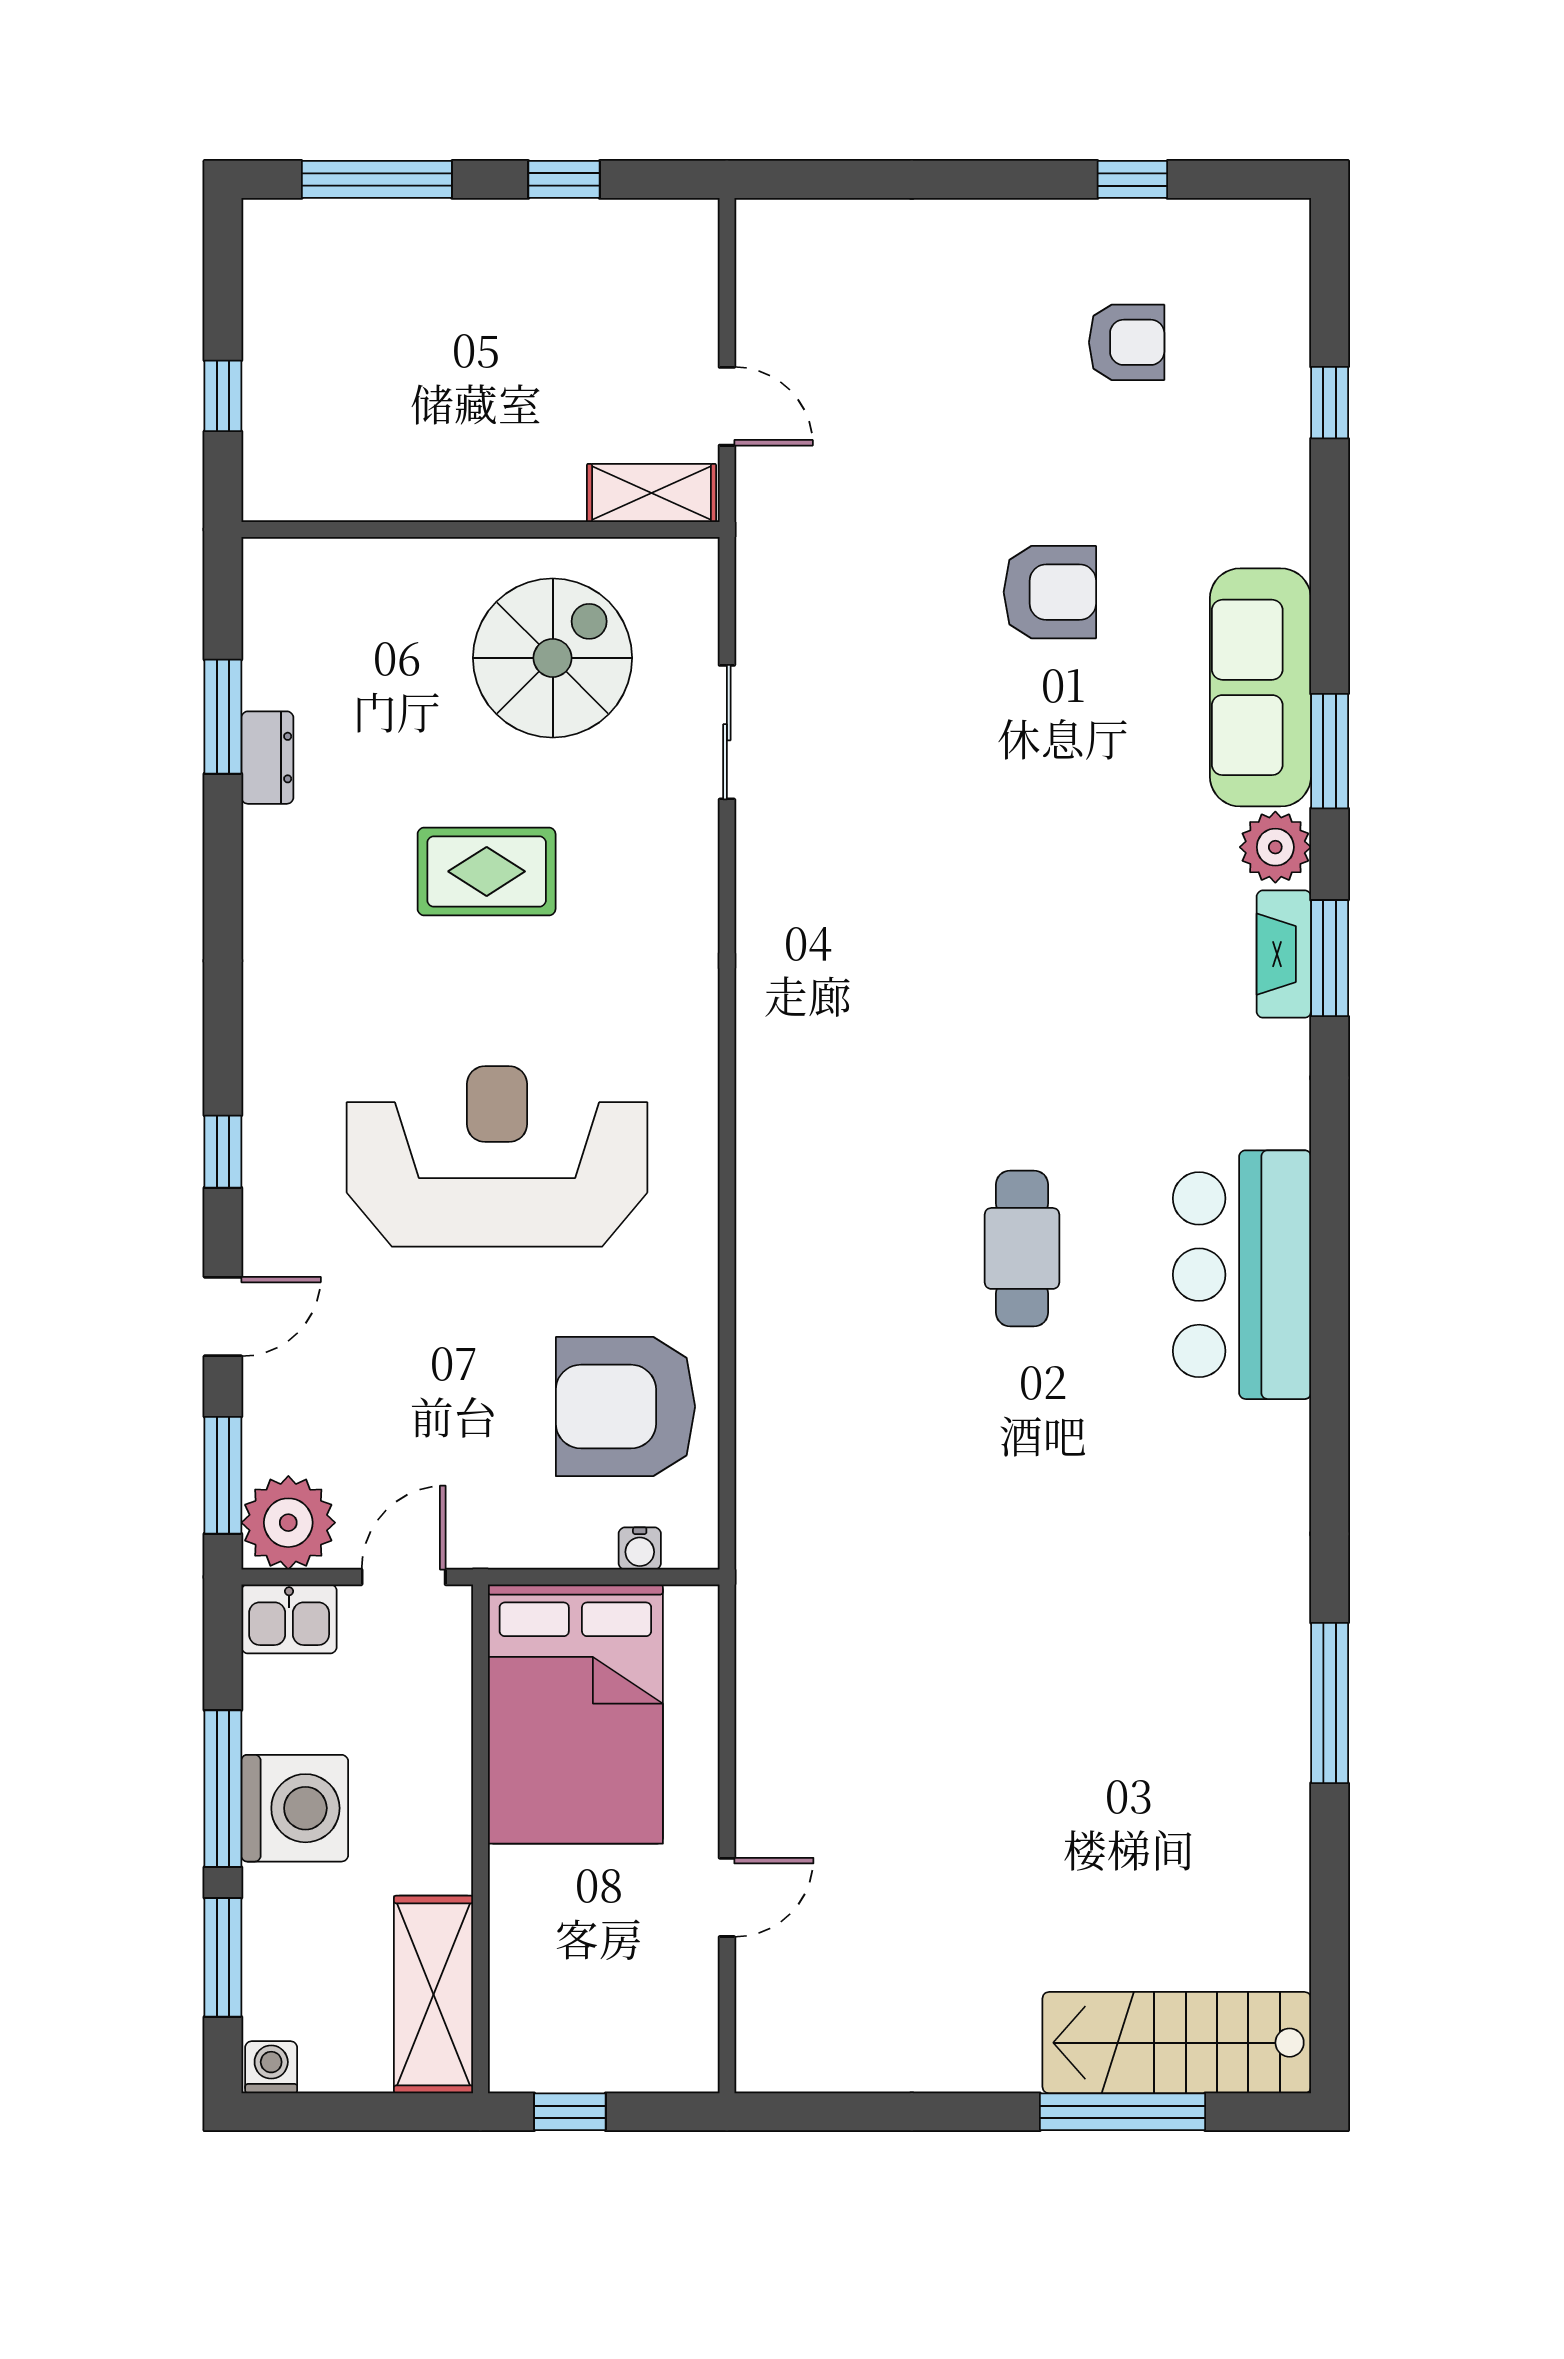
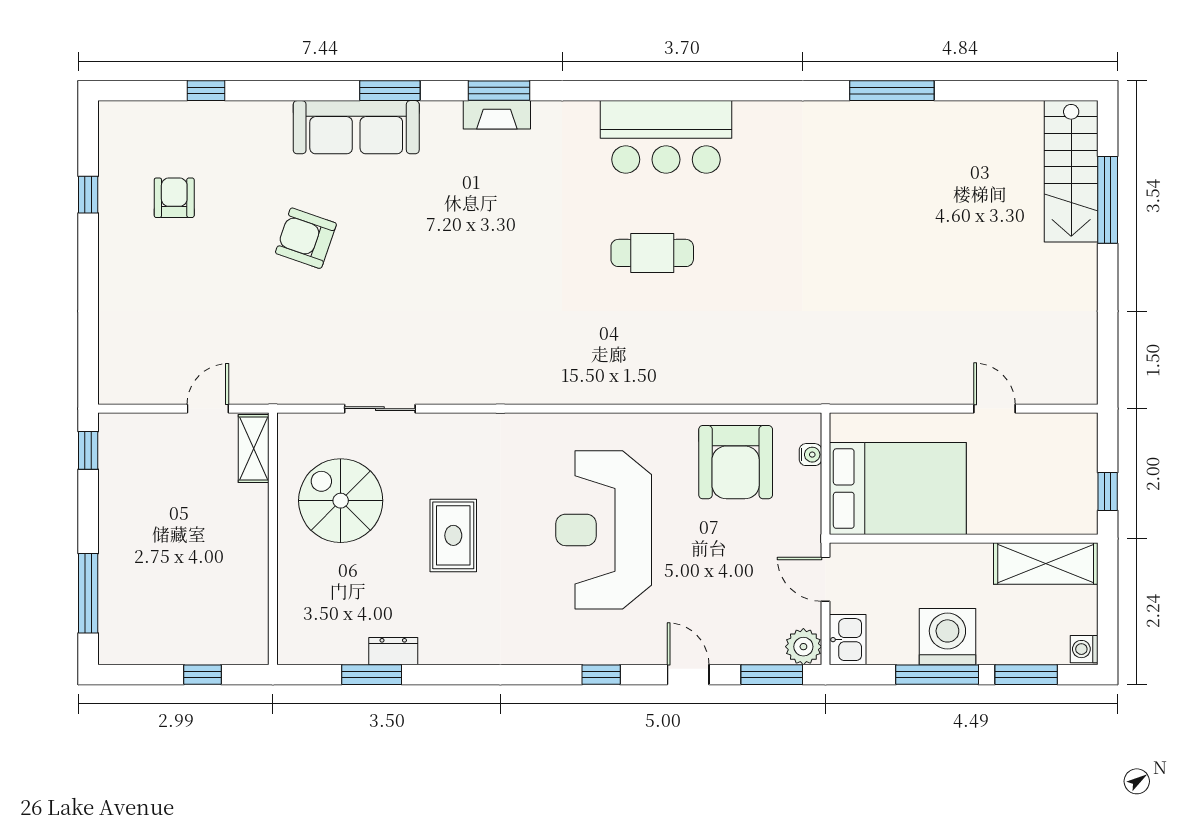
window: (564, 179) -> (88, 450), moved
armchair: (1050, 592) -> (306, 238), turned -71
plant: (1275, 847) -> (440, 119), removed
plant: (288, 1523) -> (803, 647), width x0.73, depth x0.73

